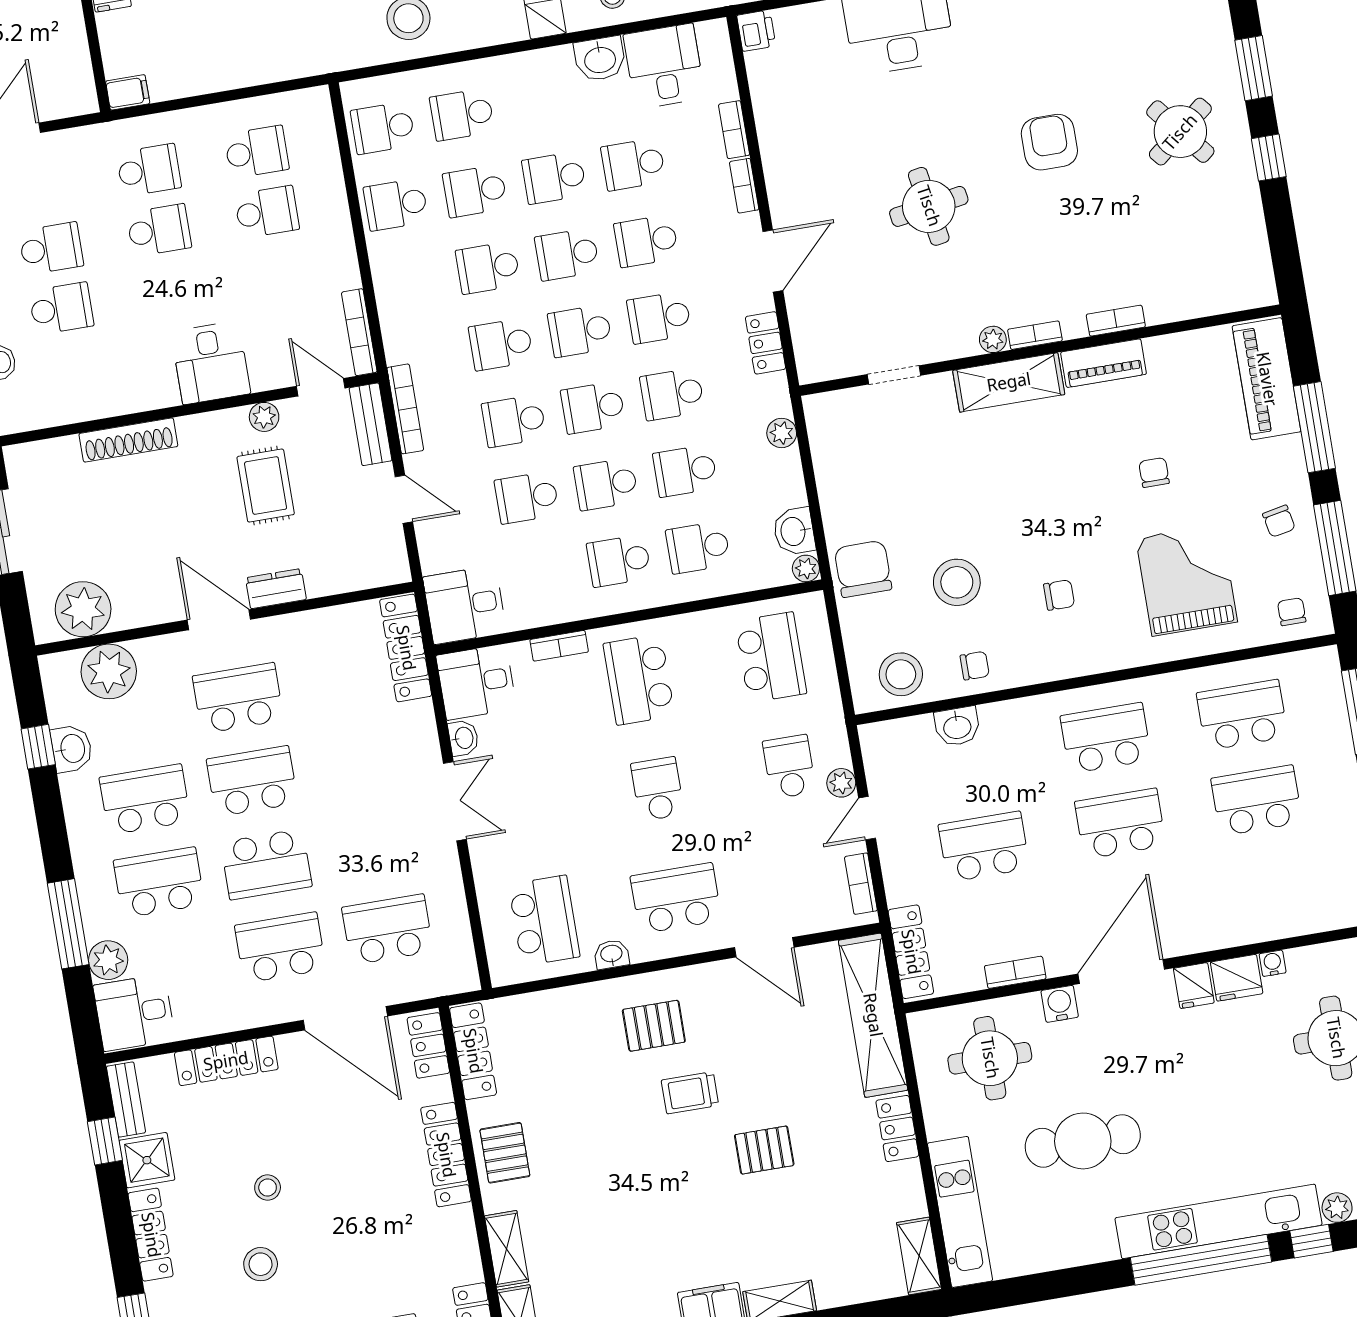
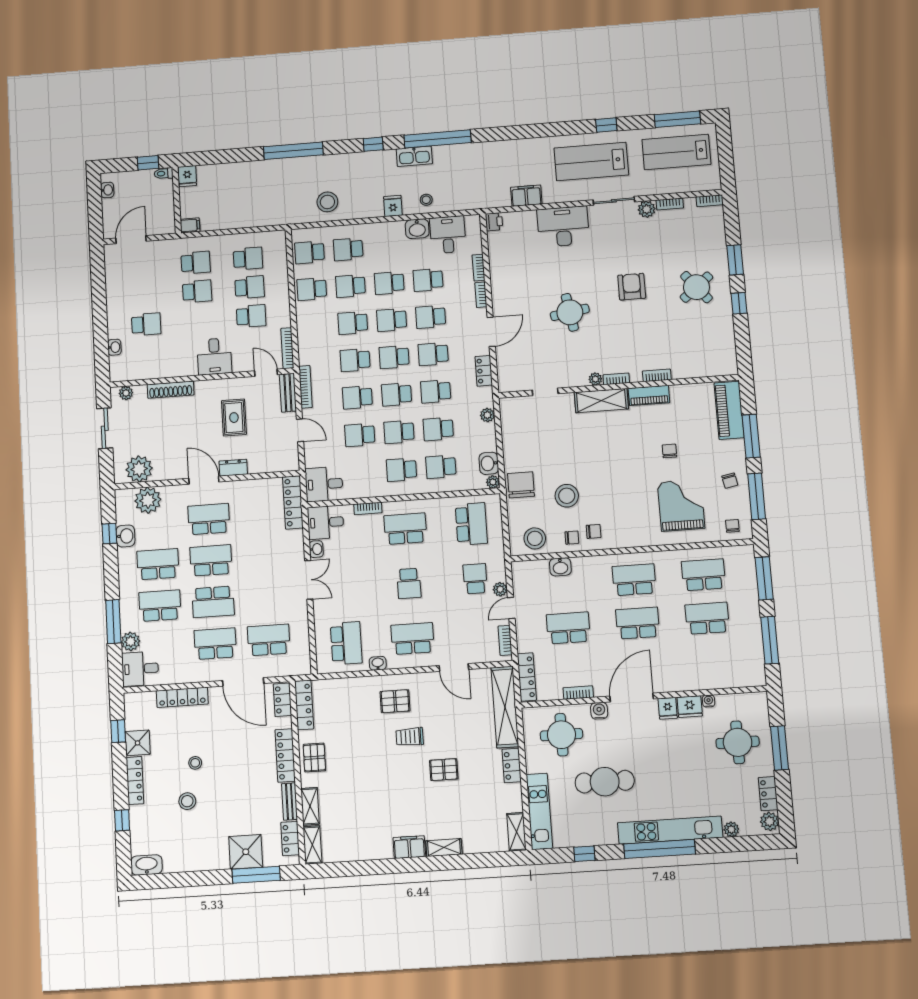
school desk: (51, 248) -> (251, 316), moved
plant: (264, 417) -> (126, 393), moved
chair: (1059, 595) -> (594, 531), moved
school desk: (639, 680) -> (405, 529), turned 90
school desk: (658, 789) -> (409, 583), turned 180
bench: (126, 1100) -> (289, 802), moved
window: (1311, 1241) -> (584, 854), moved

